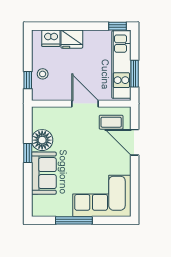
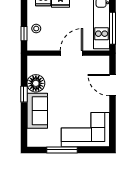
window: (135, 74) -> (113, 28), width x1.44
door: (85, 104) -> (71, 53), hinge flipped
coffee table: (111, 122) -> (93, 69), removed

